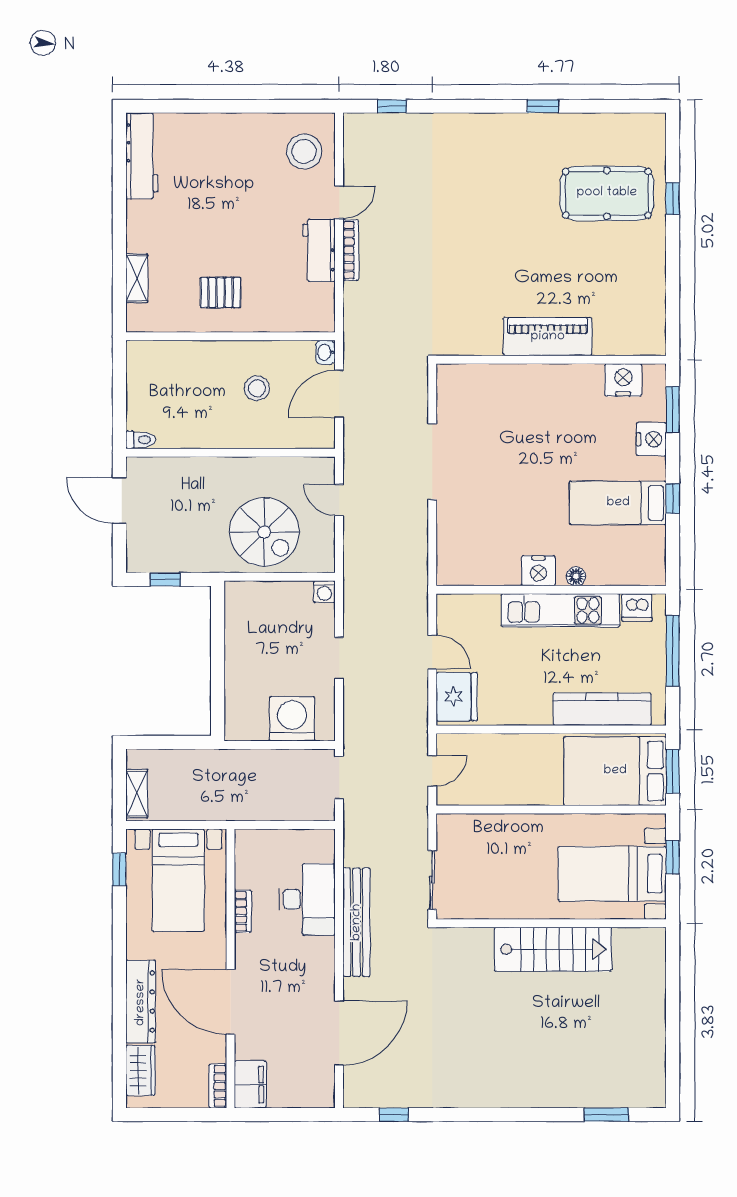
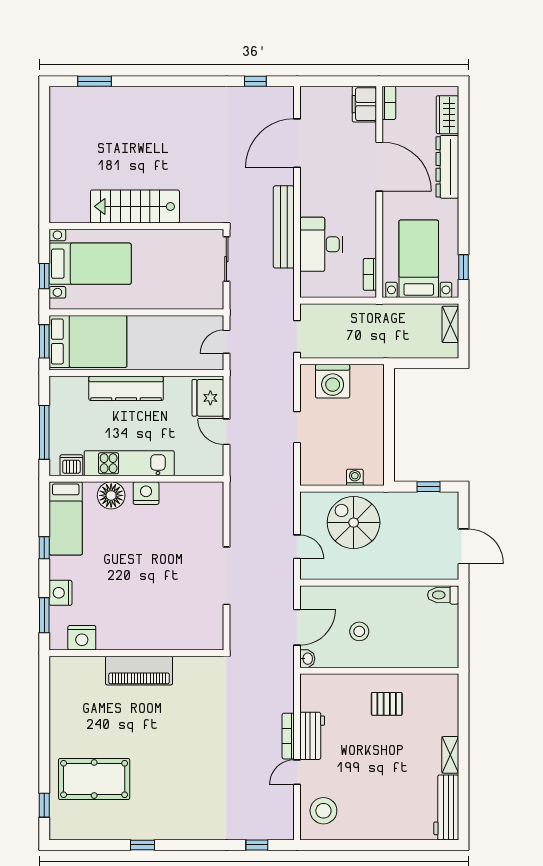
window: (673, 198) -> (44, 805), moved
shelving: (137, 278) -> (450, 755), moved
toilet: (141, 440) -> (443, 595), width x1.37, depth x1.39
bed: (618, 503) -> (66, 518), moved, turned 90
floor lamp: (576, 576) -> (111, 495), width x1.89, depth x1.89
washing machine: (324, 592) -> (355, 477), moved
kitchen counter: (602, 709) -> (126, 388), moved
bookcase: (243, 911) -> (370, 274), moved

